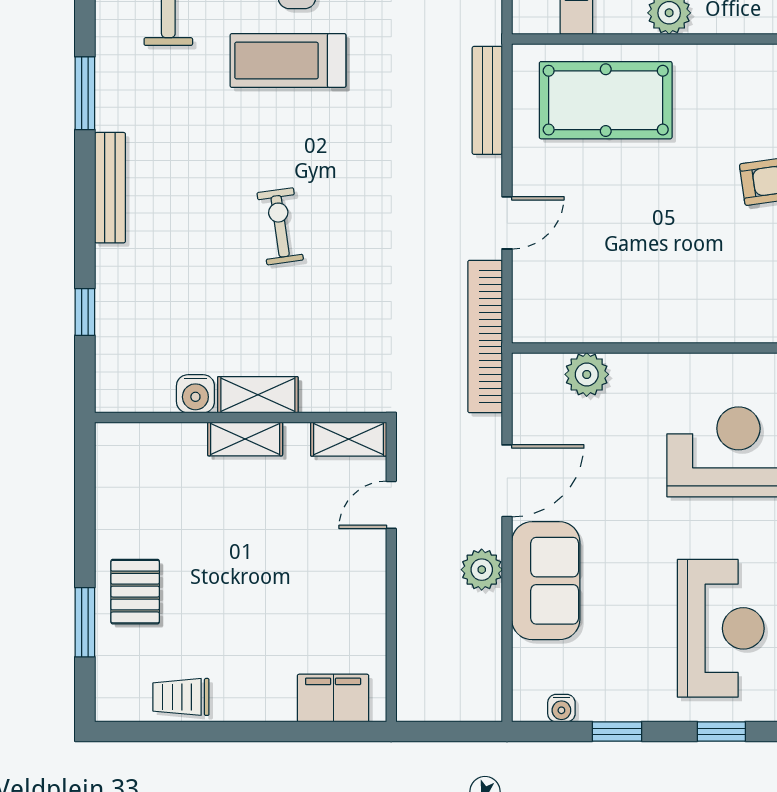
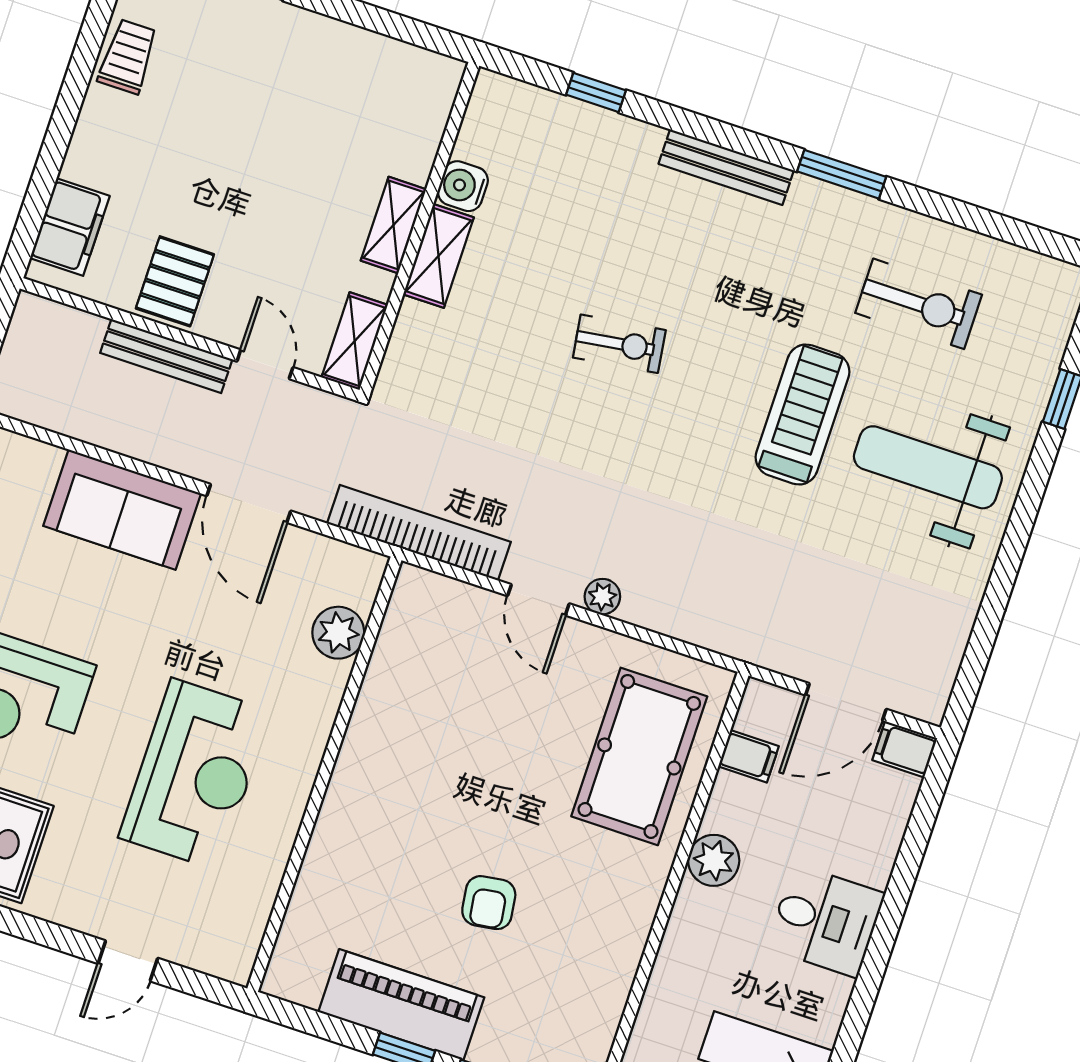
bench: (487, 100) -> (166, 356), moved
plant: (482, 570) -> (602, 597), moved, width x0.73, depth x0.73
pallet: (135, 592) -> (175, 281), moved, turned 90

